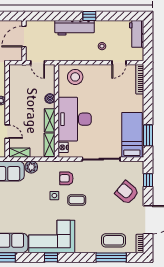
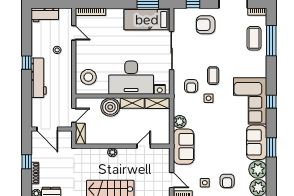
boiler: (50, 99) -> (110, 107), width x1.86, depth x1.86
shelving: (19, 153) -> (80, 134), moved
armchair: (127, 193) -> (206, 25), turned 50

